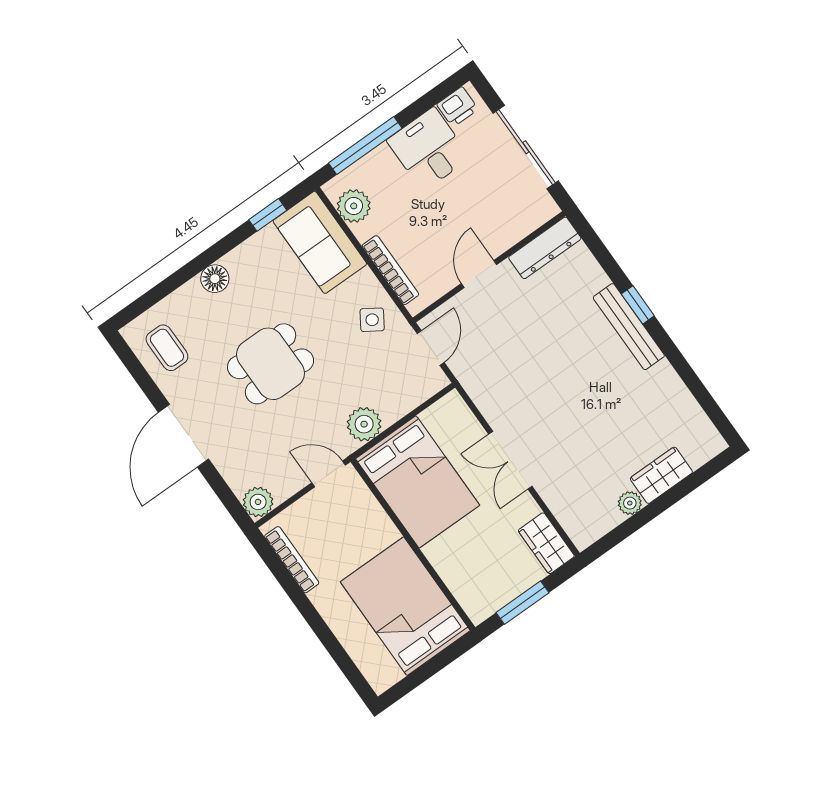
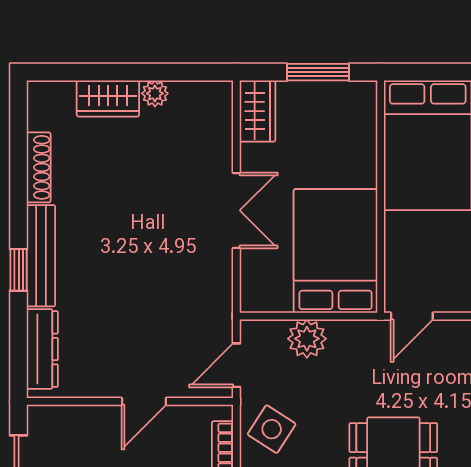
dresser: (545, 248) -> (42, 349), moved, turned 90
side table: (372, 320) -> (272, 429), width x1.37, depth x1.37
shoe rack: (676, 390) -> (39, 167), added
plant: (364, 424) -> (307, 339), moved
door: (329, 474) -> (412, 316), hinge flipped

